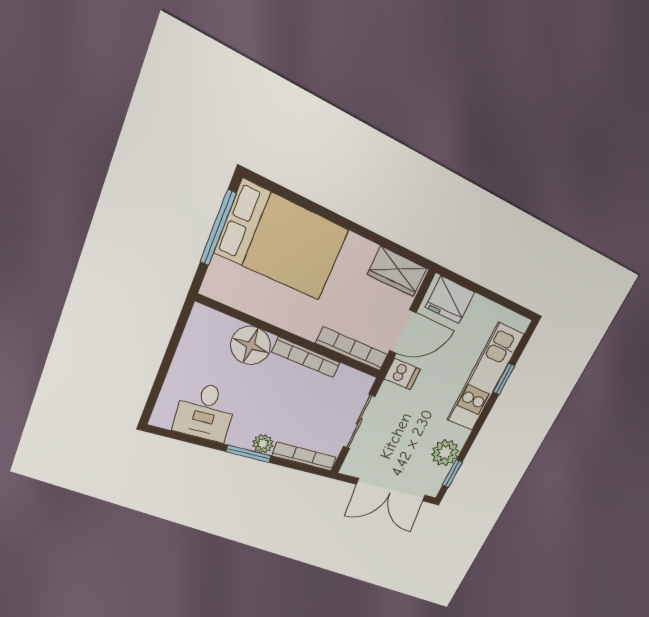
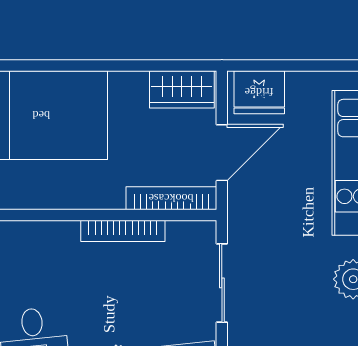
floor lamp: (251, 346) -> (54, 244), removed
dishwasher: (402, 374) -> (246, 202), removed

